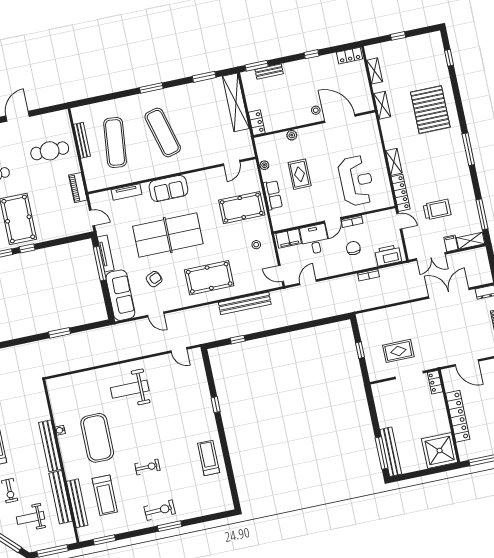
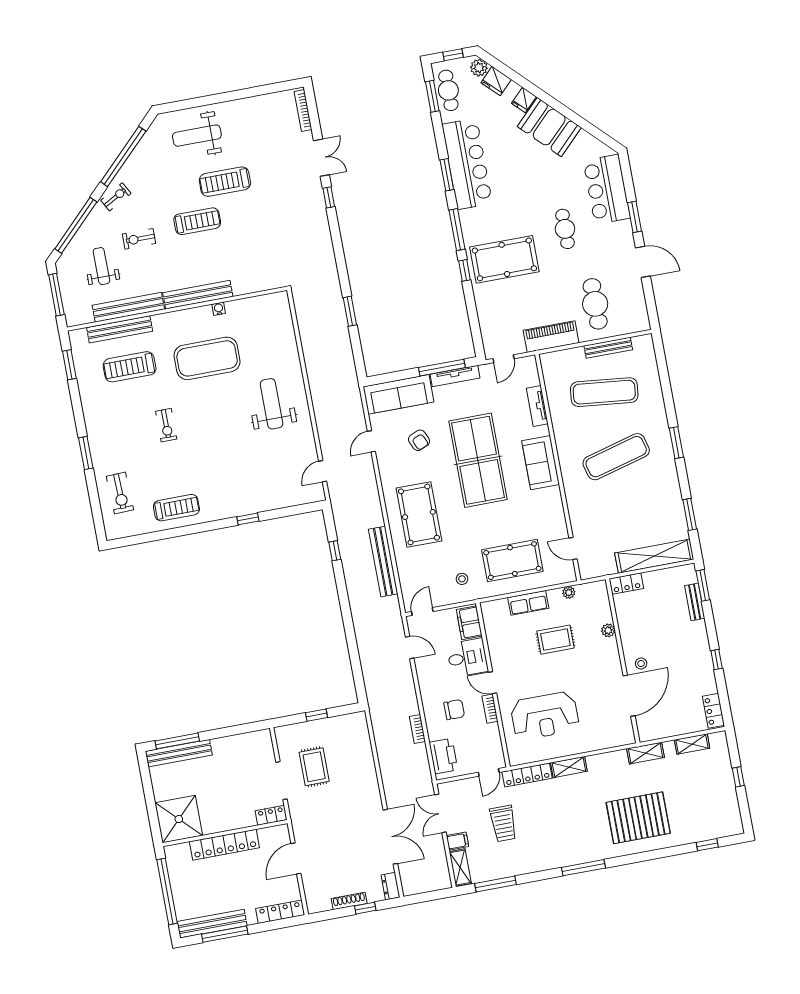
piano: (78, 188) -> (551, 337), width x1.37, depth x1.33
pool table: (242, 208) -> (512, 561), turned 90
exercise bike: (160, 510) -> (120, 493), moved

